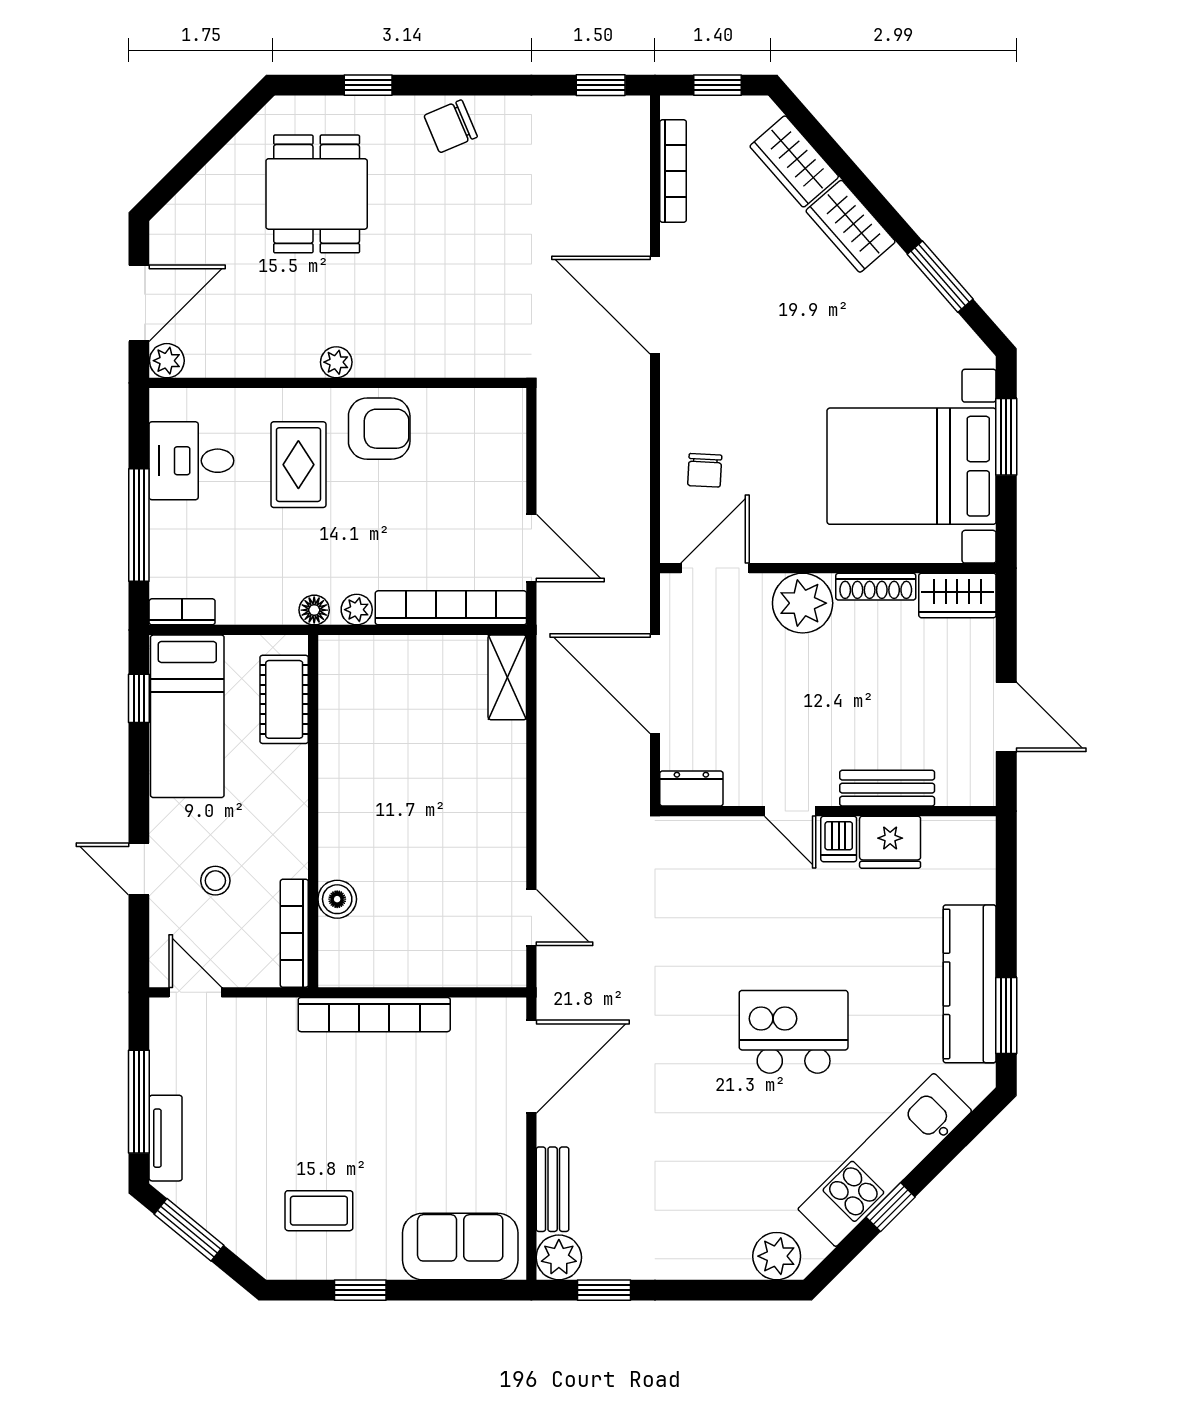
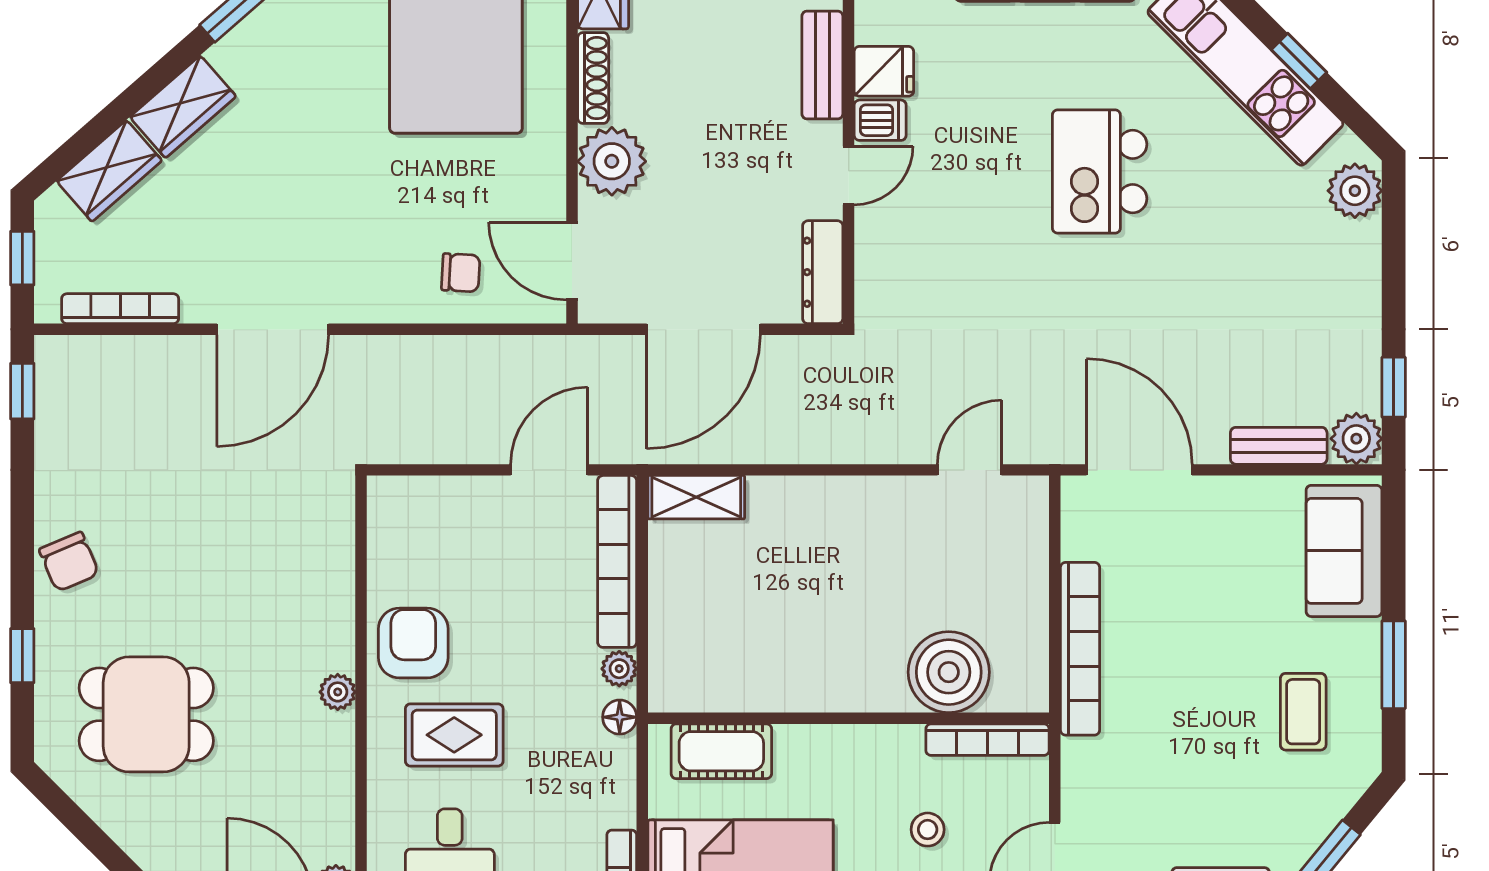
dresser: (691, 789) -> (823, 272), width x1.44
fridge: (890, 842) -> (884, 71), width x0.72
boiler: (337, 899) -> (949, 672), width x1.86, depth x1.86
window: (360, 1290) -> (1394, 665), width x1.50

